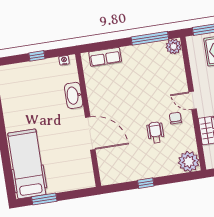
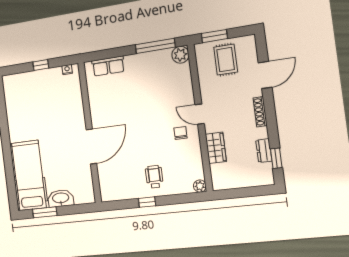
washbasin: (74, 95) -> (61, 198), moved, turned 90
wheelchair: (156, 132) -> (154, 177), moved
door: (90, 133) -> (91, 146), hinge flipped
plant: (189, 162) -> (200, 186), width x0.53, depth x0.53

